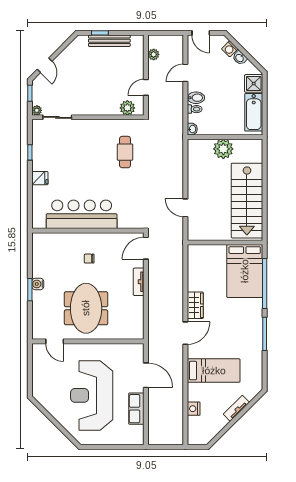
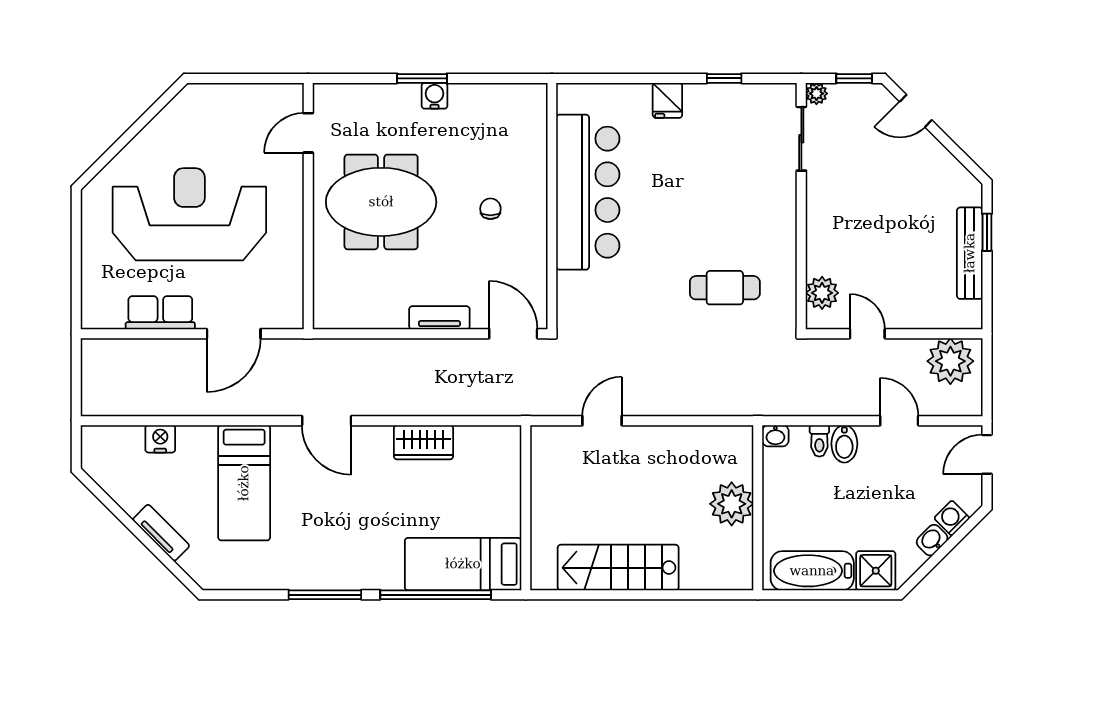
plant: (154, 54) -> (950, 361), width x1.88, depth x1.88
stairs: (247, 201) -> (618, 568), width x0.73, depth x0.66
bed: (245, 271) -> (463, 564), width x0.67
wardrobe: (195, 305) -> (424, 442), moved

